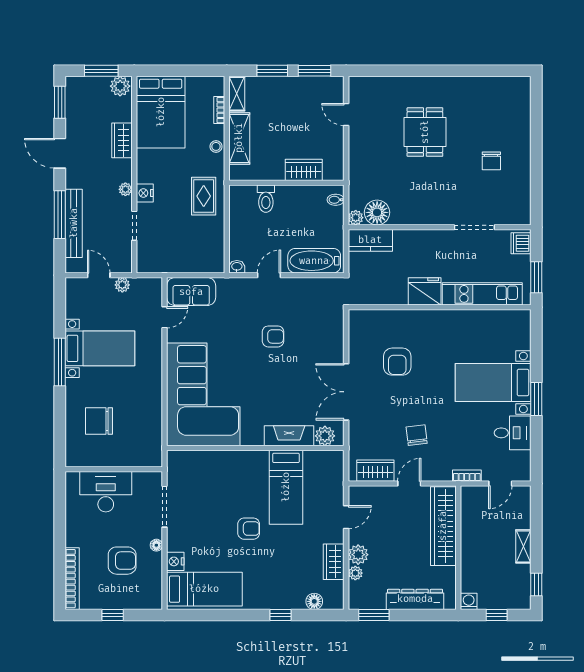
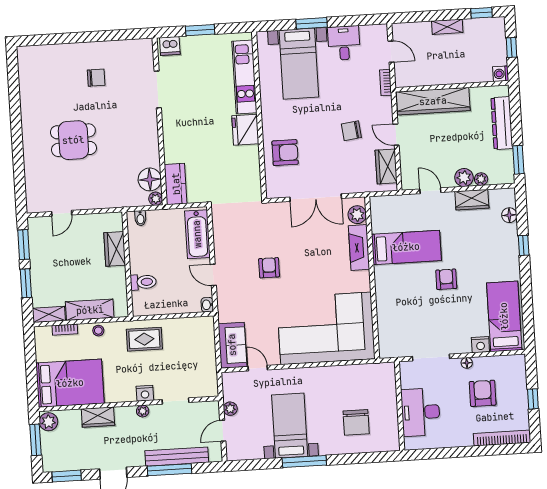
fridge: (425, 291) -> (245, 130), moved
kitchen unit: (482, 294) -> (244, 77), moved
wall: (440, 307) -> (259, 115), moved

